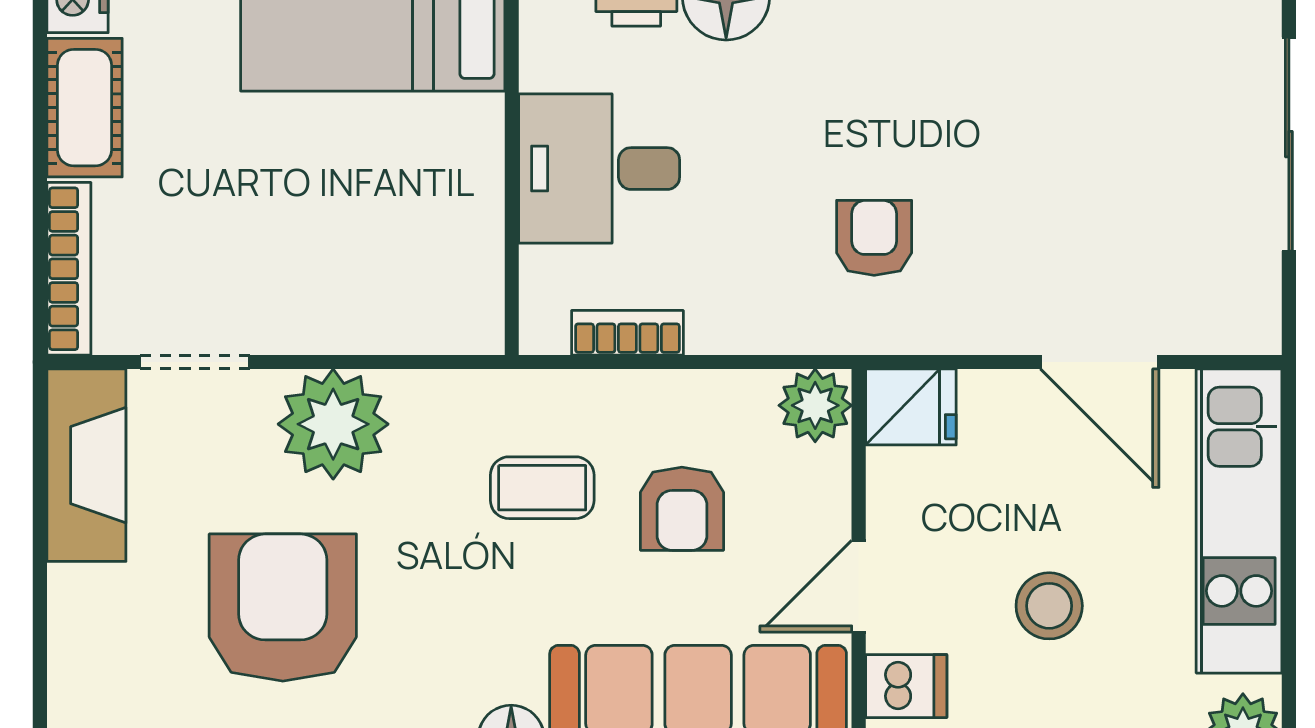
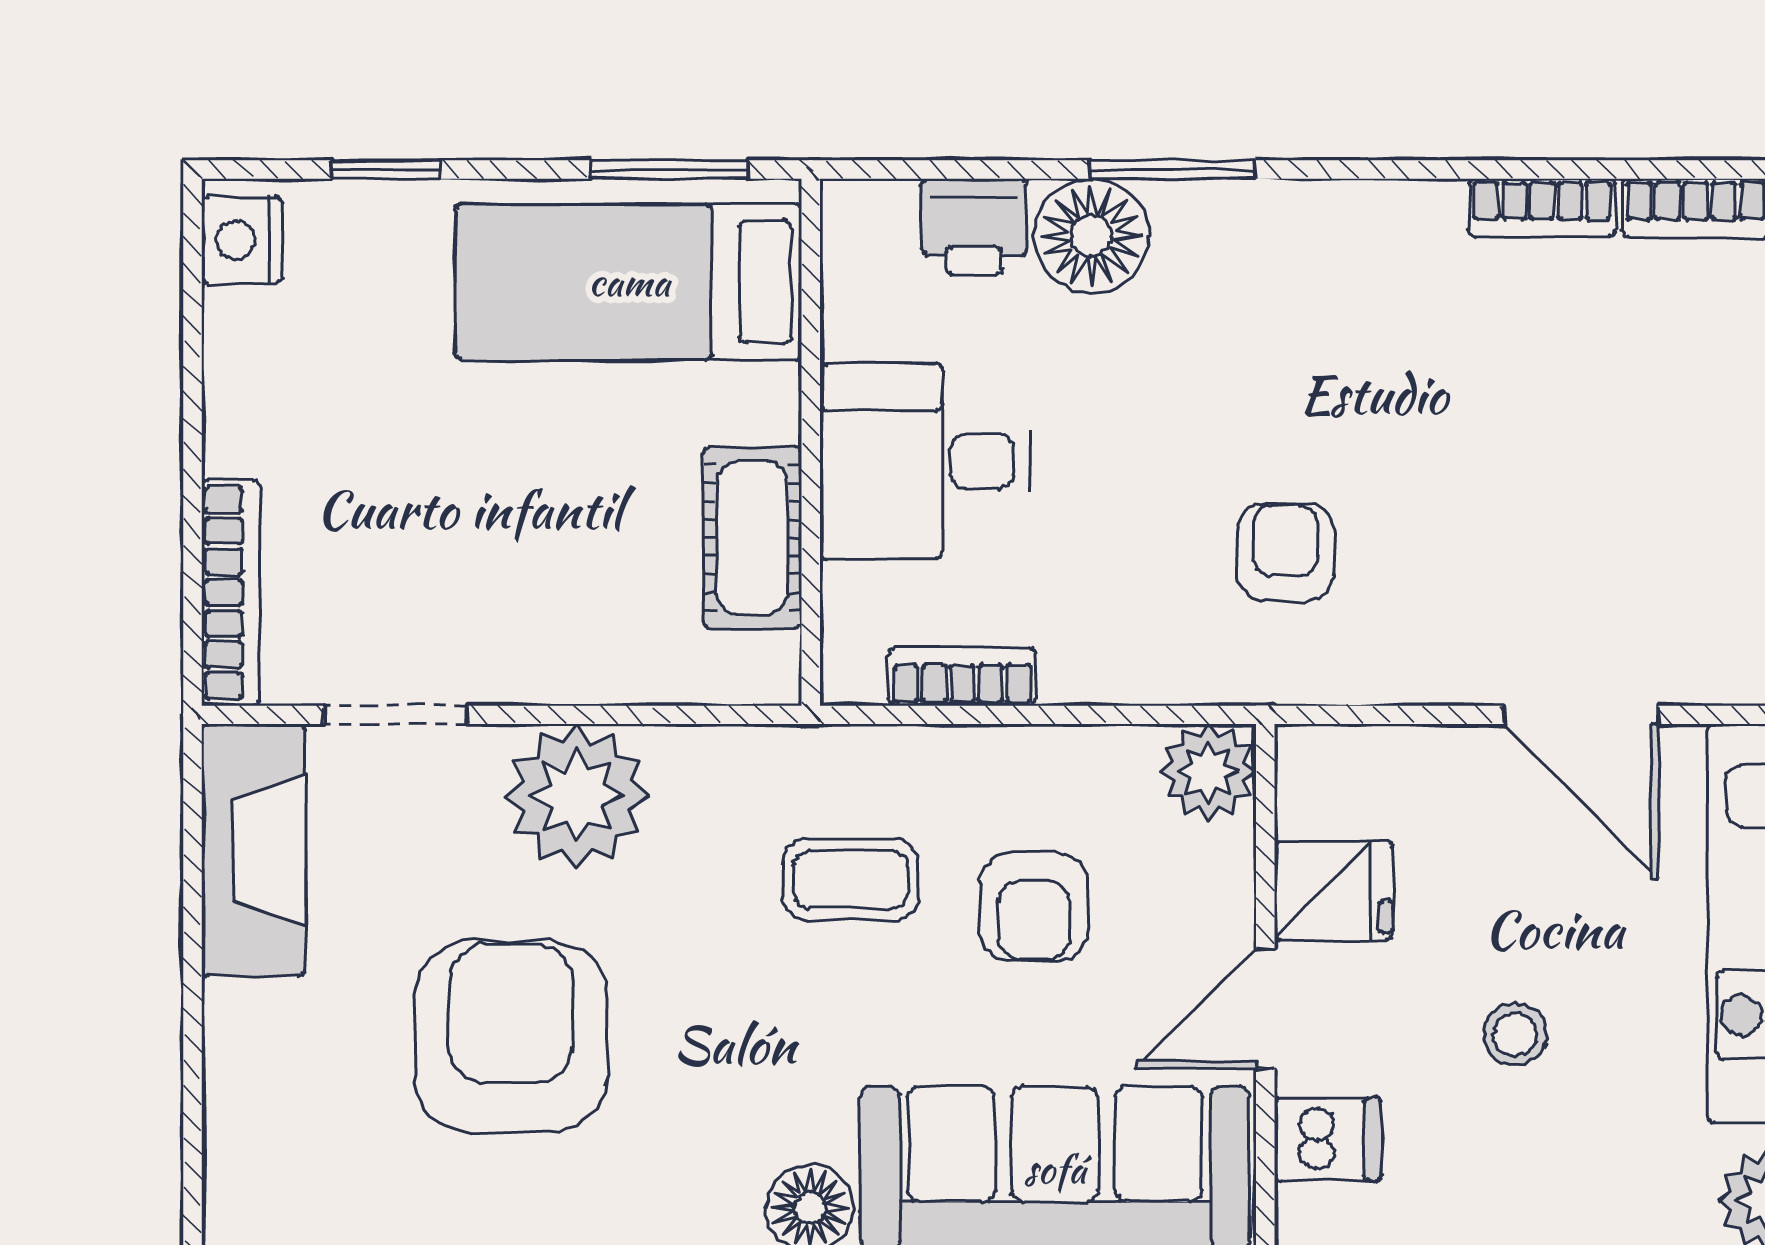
cot: (85, 108) -> (752, 538), moved
fridge: (911, 407) -> (1334, 891), moved
stool: (1049, 606) -> (1515, 1034), width x0.73, depth x0.73

